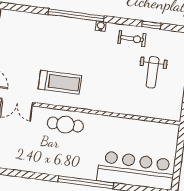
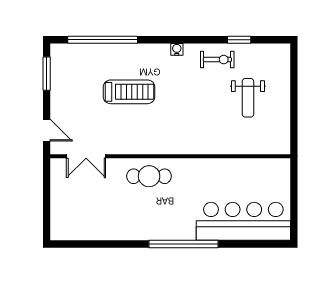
window: (76, 15) -> (103, 40), moved
treadmill: (60, 82) -> (129, 92), moved

